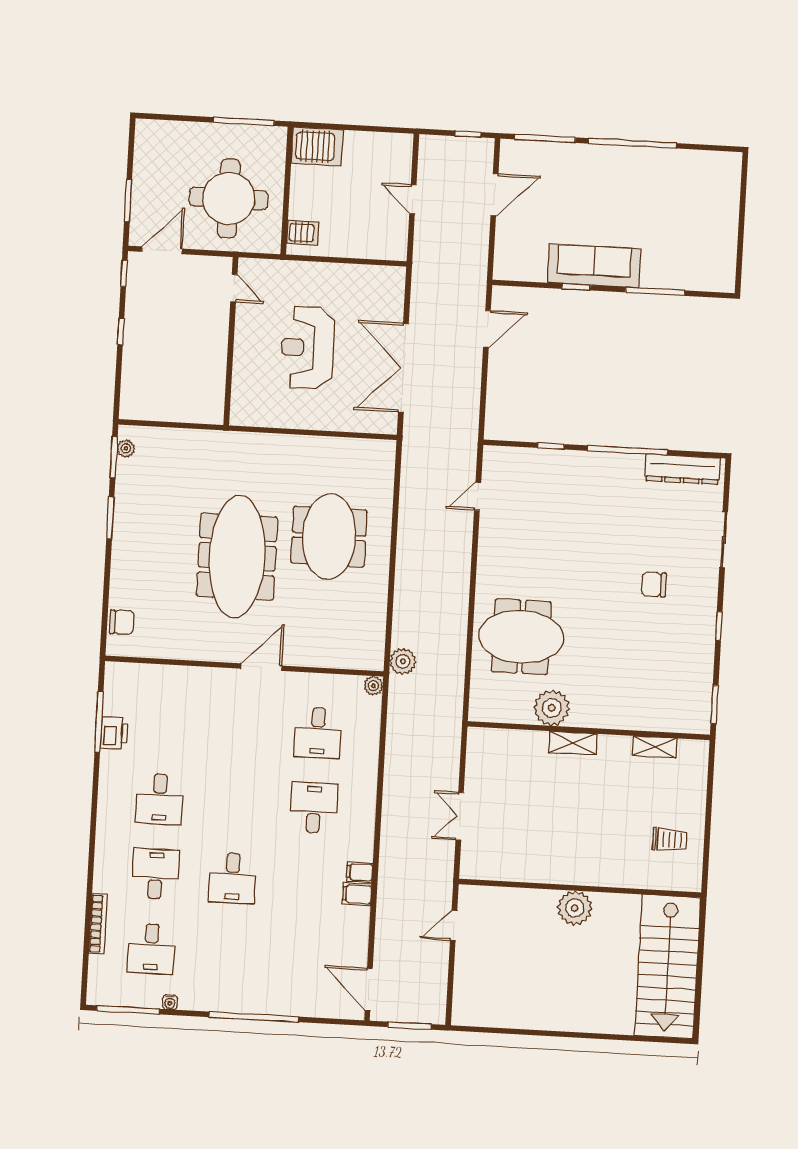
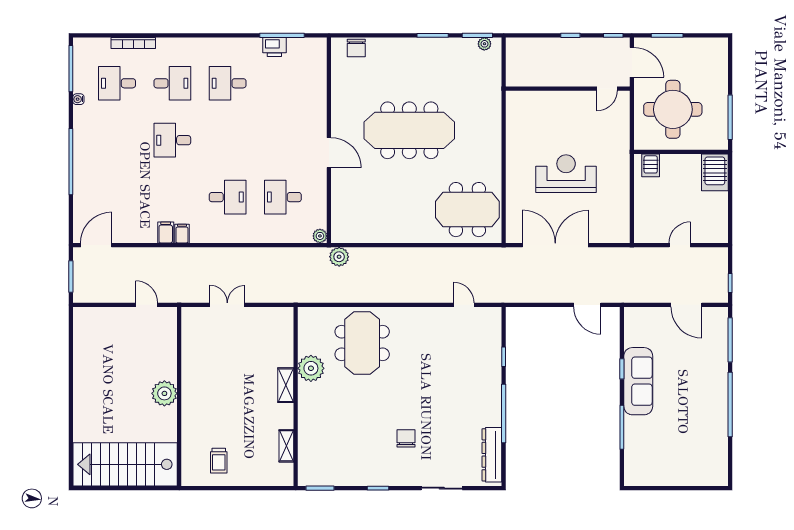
door: (234, 288) -> (607, 89), moved
wall: (231, 341) -> (568, 89), moved
meeting table: (329, 537) -> (467, 210), moved

